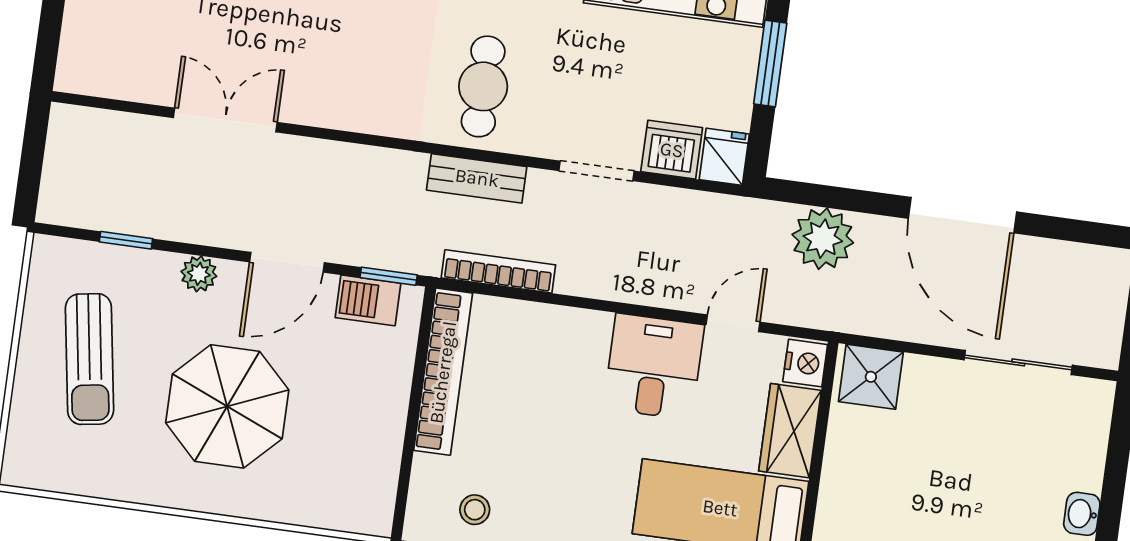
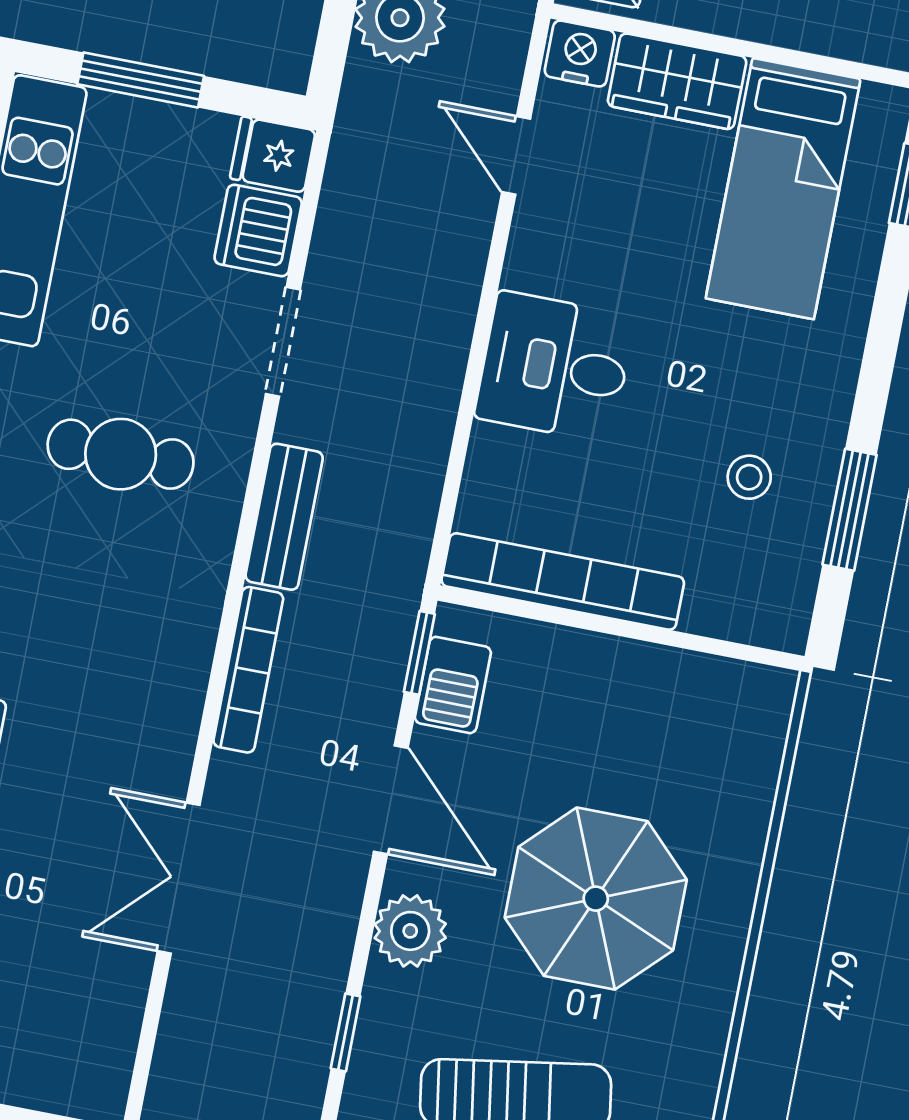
cafe table: (483, 86) -> (121, 454), moved
bookcase: (498, 271) -> (248, 670), moved, turned 180
plant: (199, 274) -> (410, 931), width x1.38, depth x1.38
desk: (654, 367) -> (555, 367), moved
stool: (475, 510) -> (749, 477), moved

